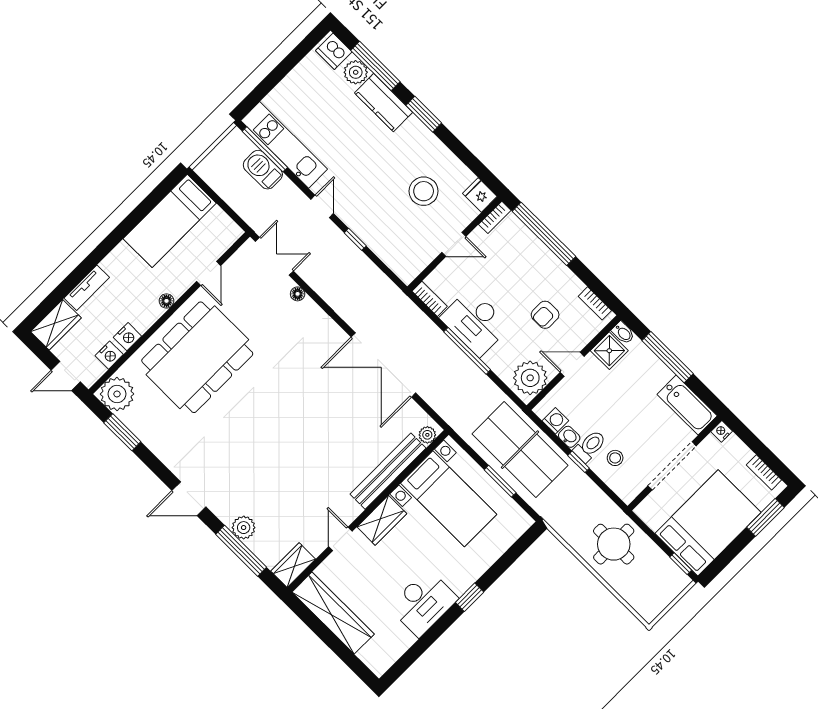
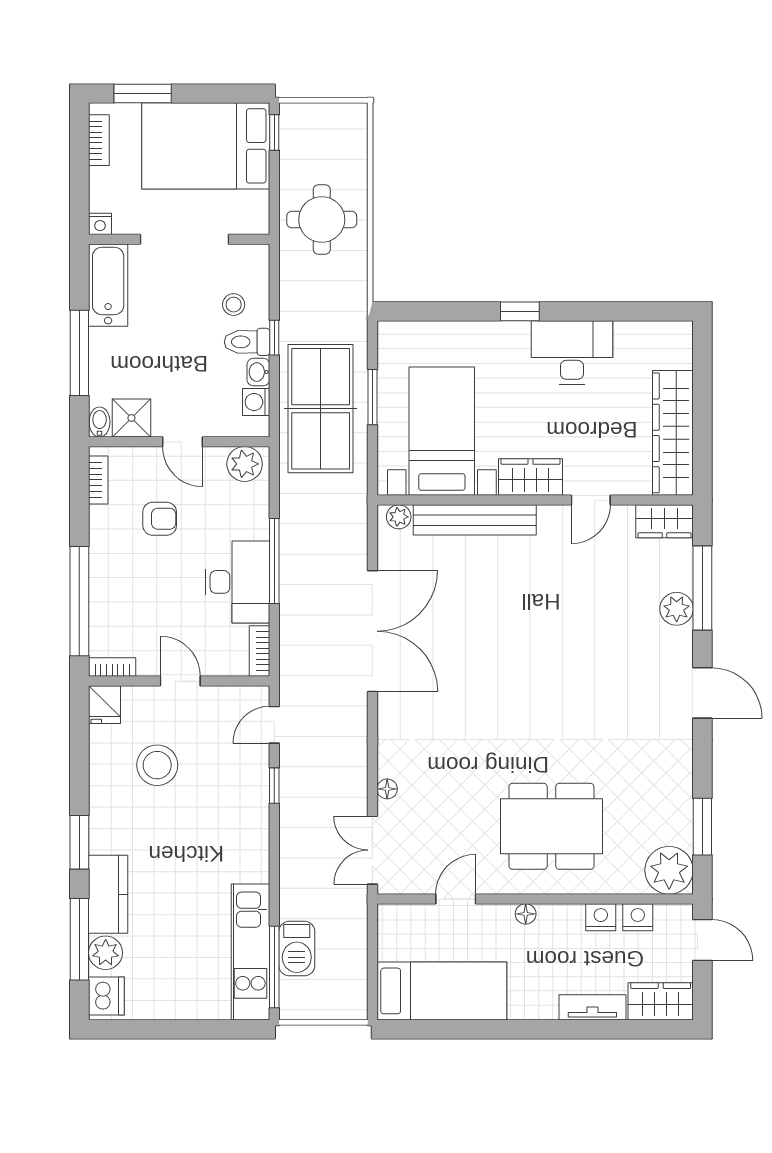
door: (322, 206) -> (274, 725), moved
dining table: (197, 357) -> (551, 826), width x0.73, depth x0.80
plant: (530, 378) -> (245, 464), width x0.73, depth x0.73

